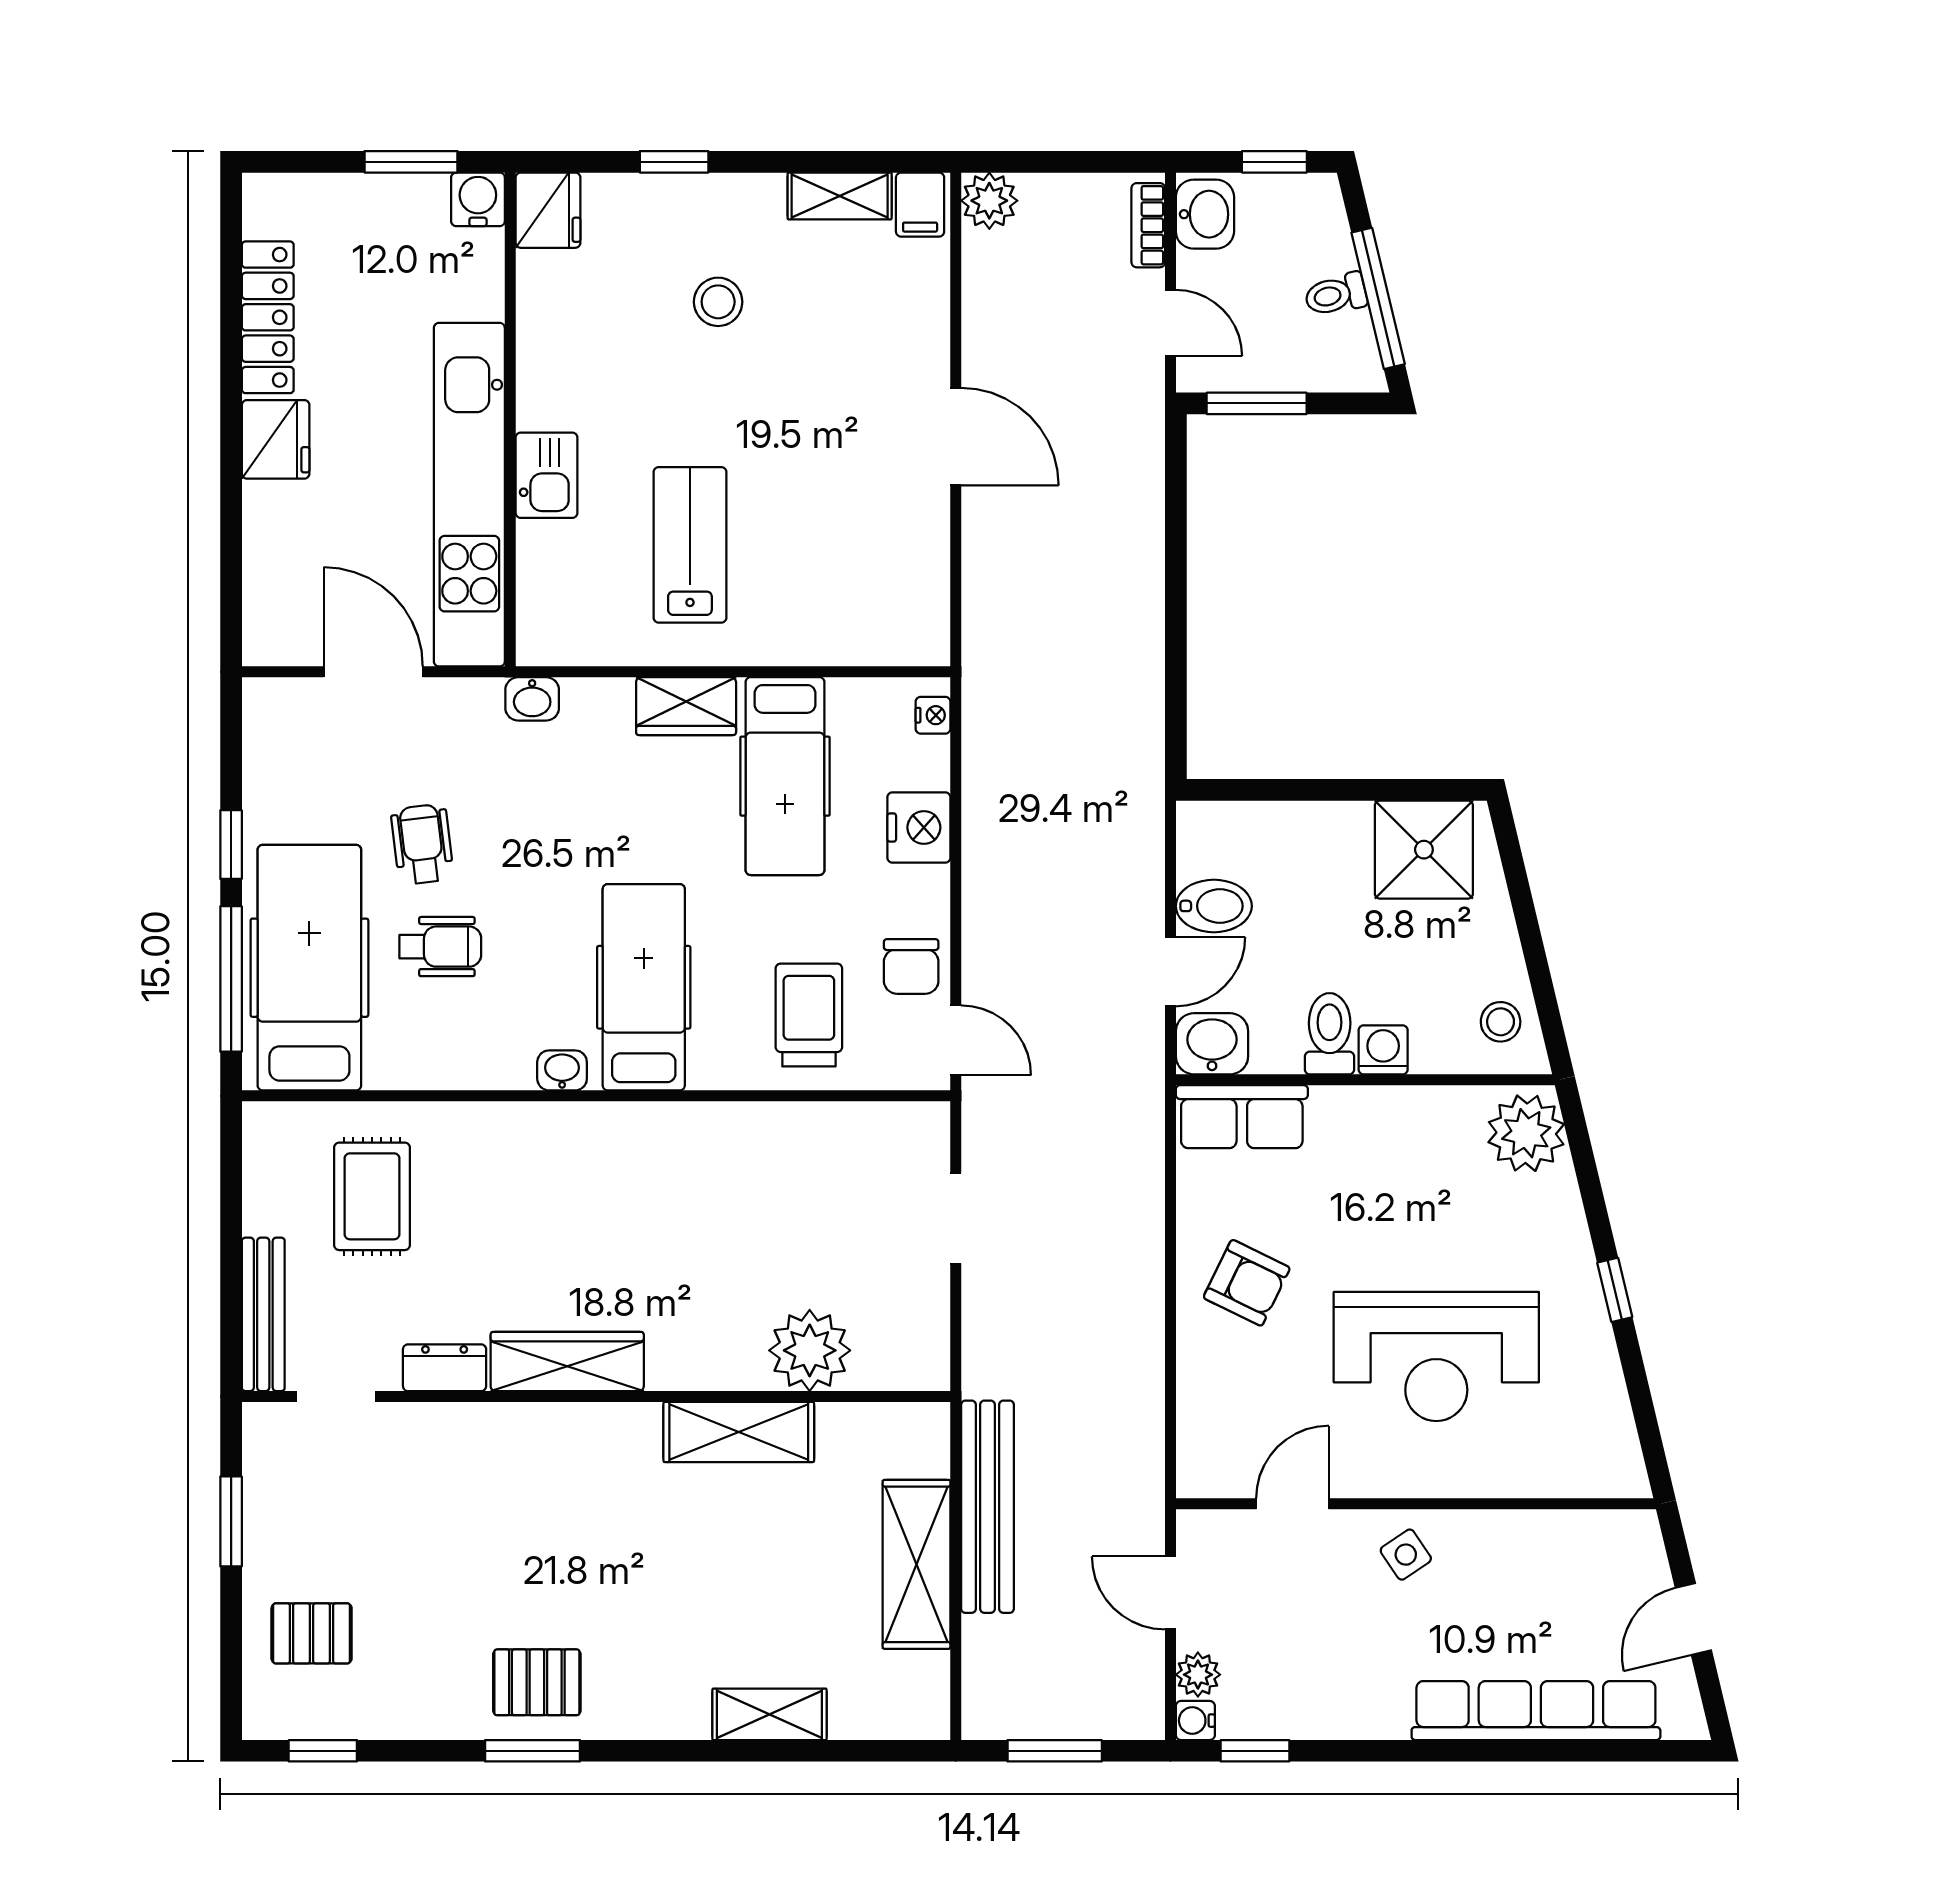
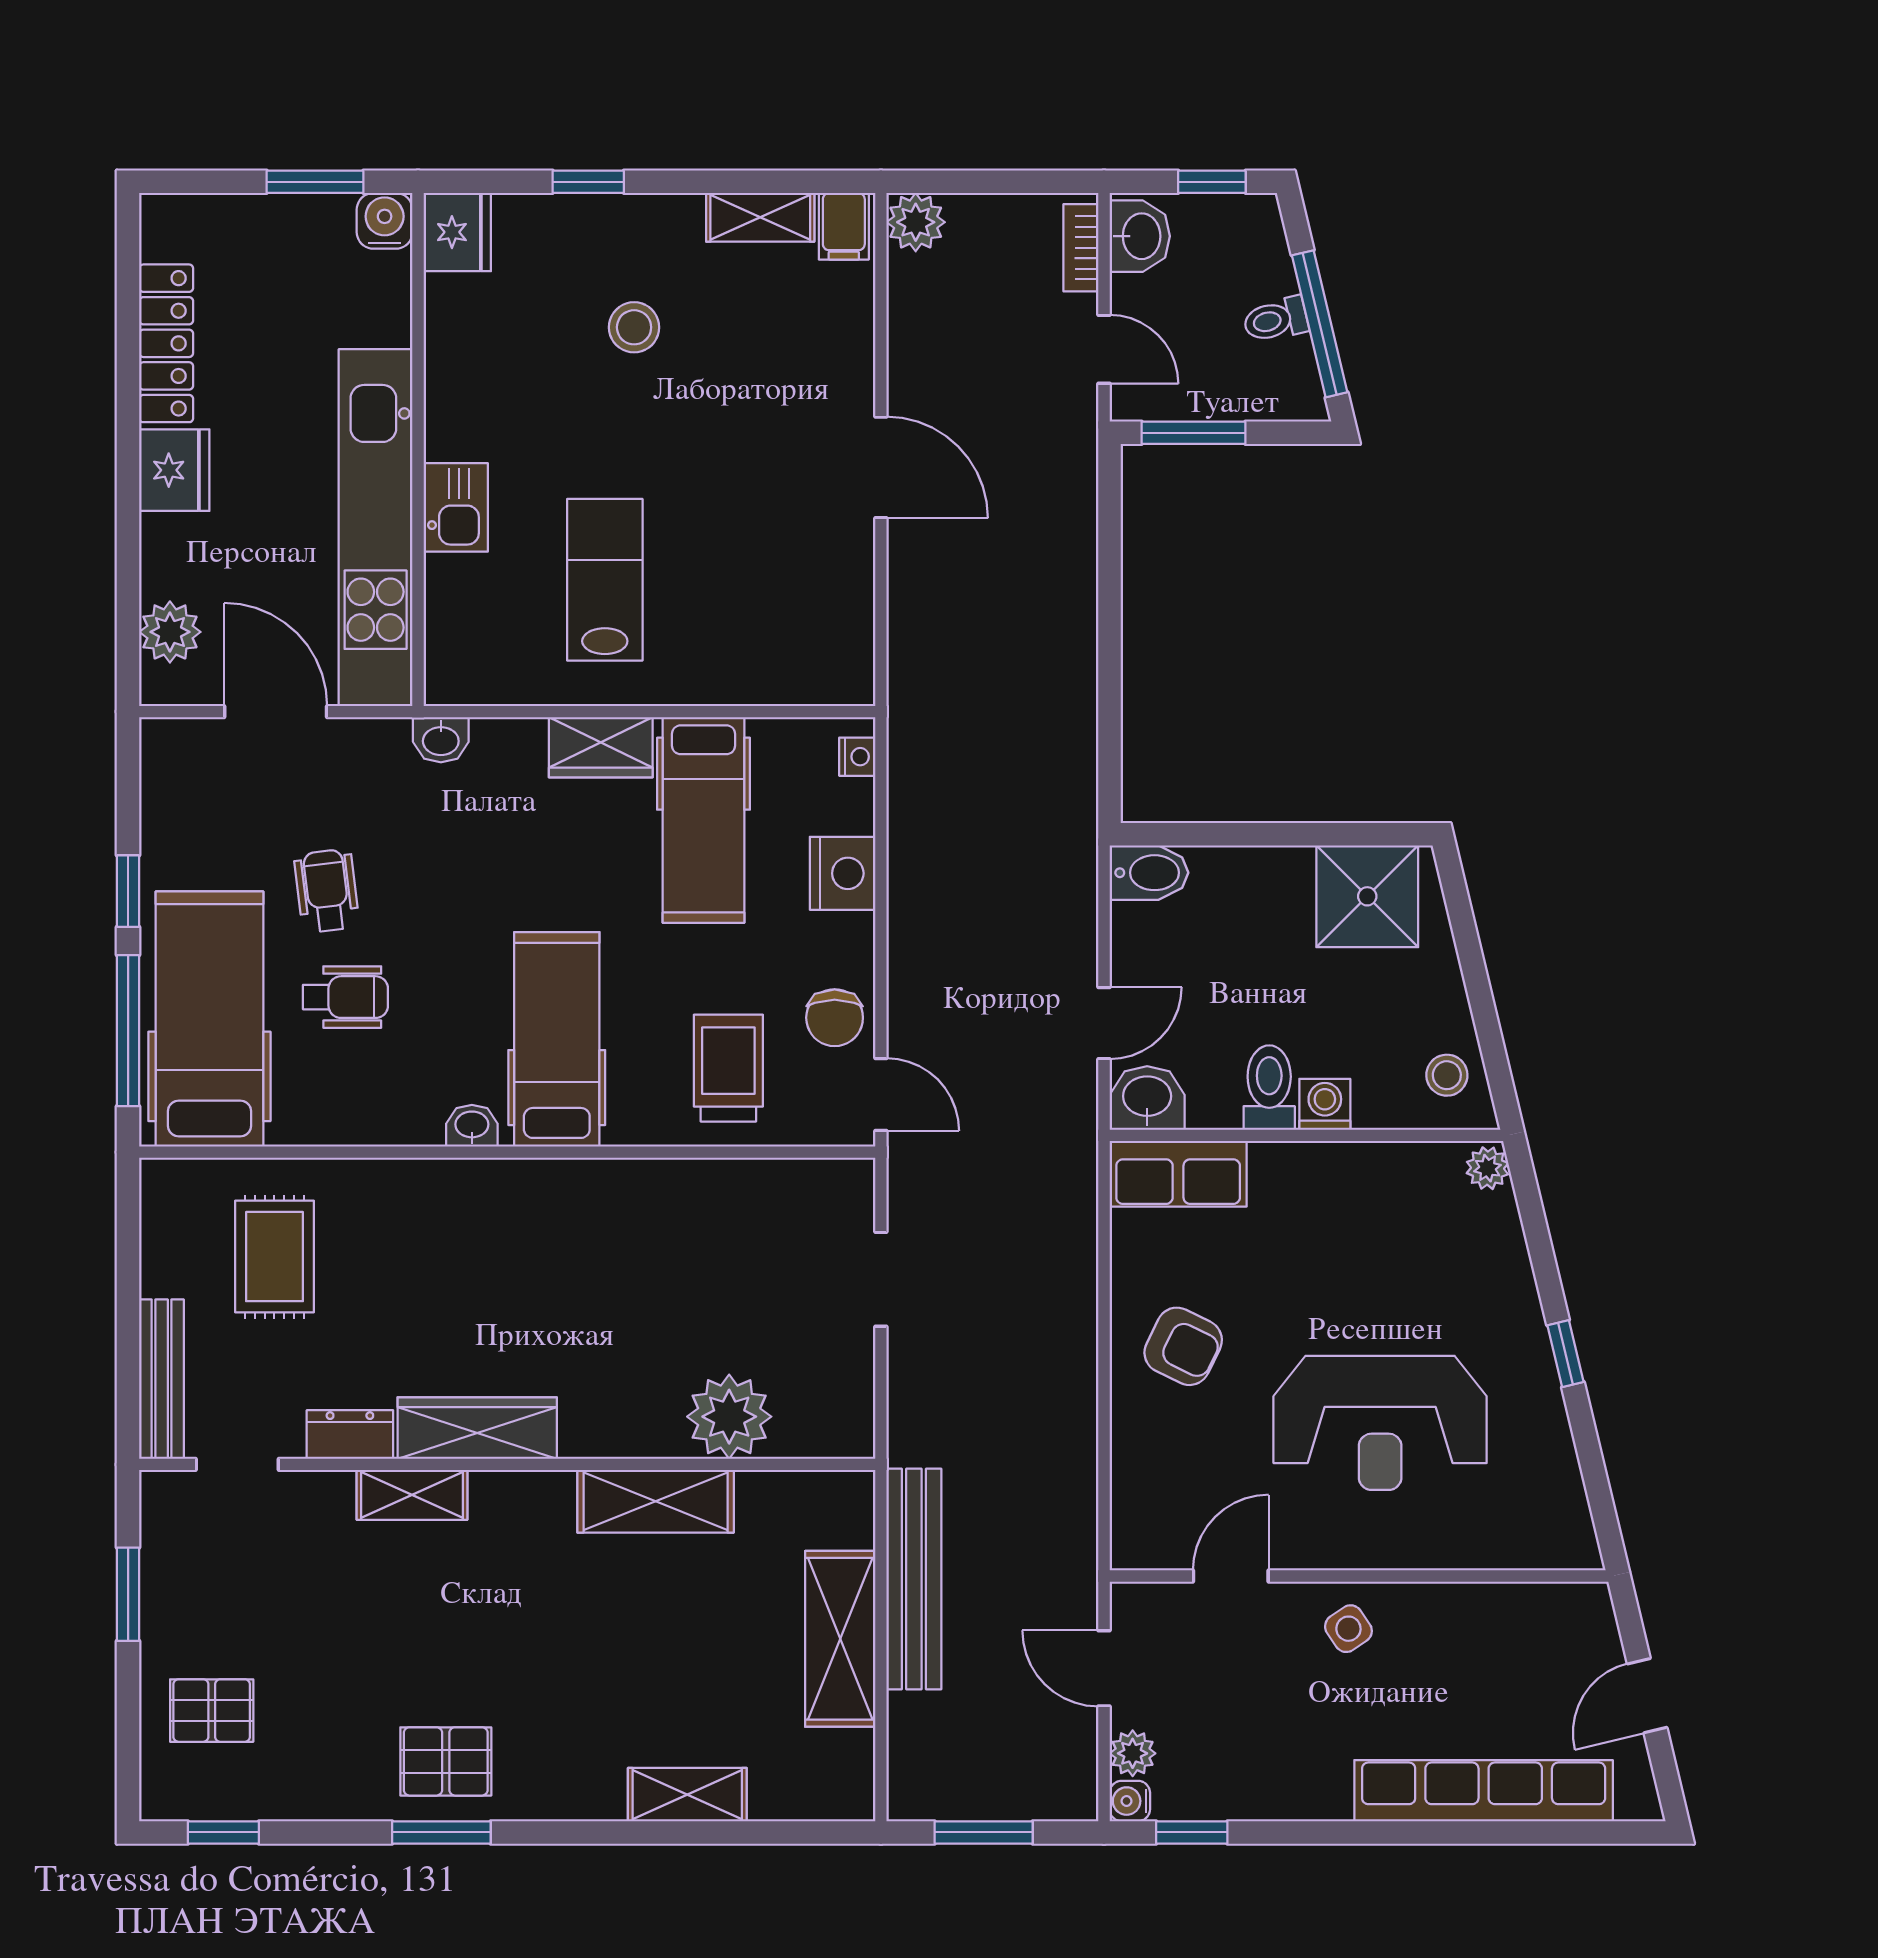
plant: (271, 595) -> (170, 632), added
bidet: (1214, 906) -> (1149, 873), moved
plant: (1526, 1133) -> (1488, 1168), width x0.53, depth x0.53
shelving: (504, 1426) -> (412, 1495), added

